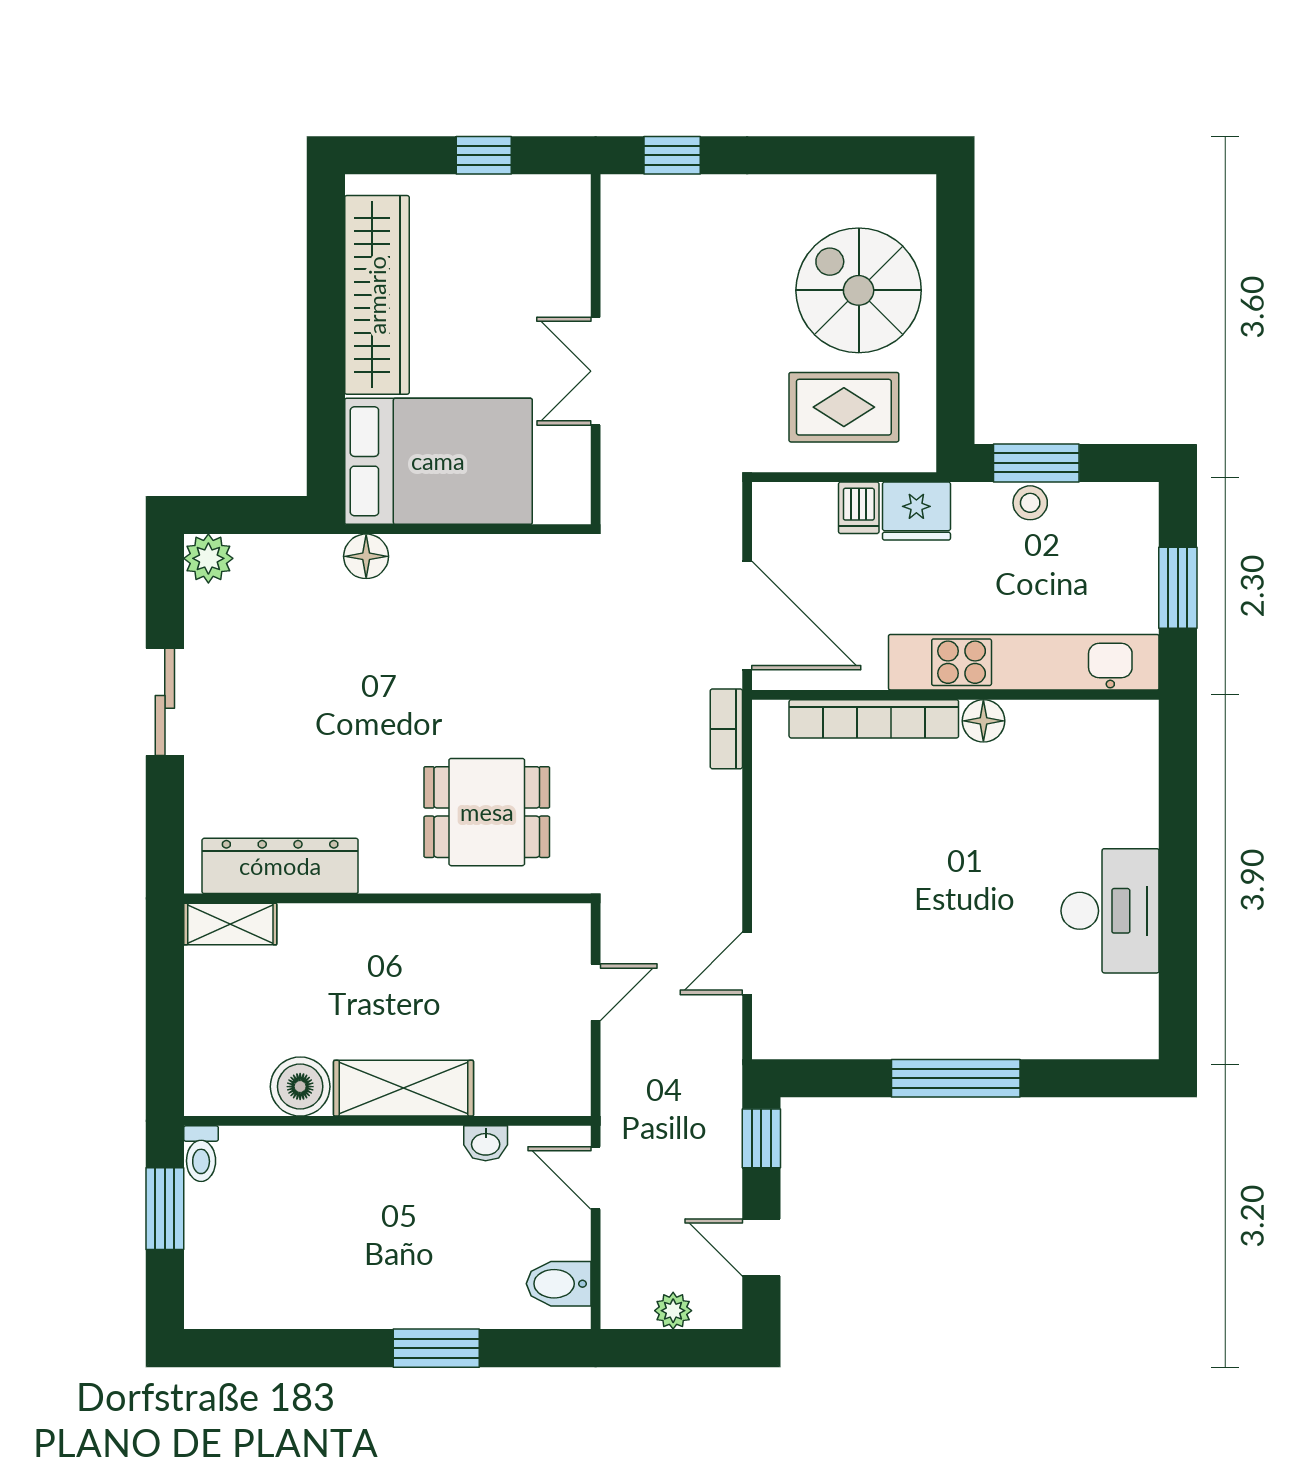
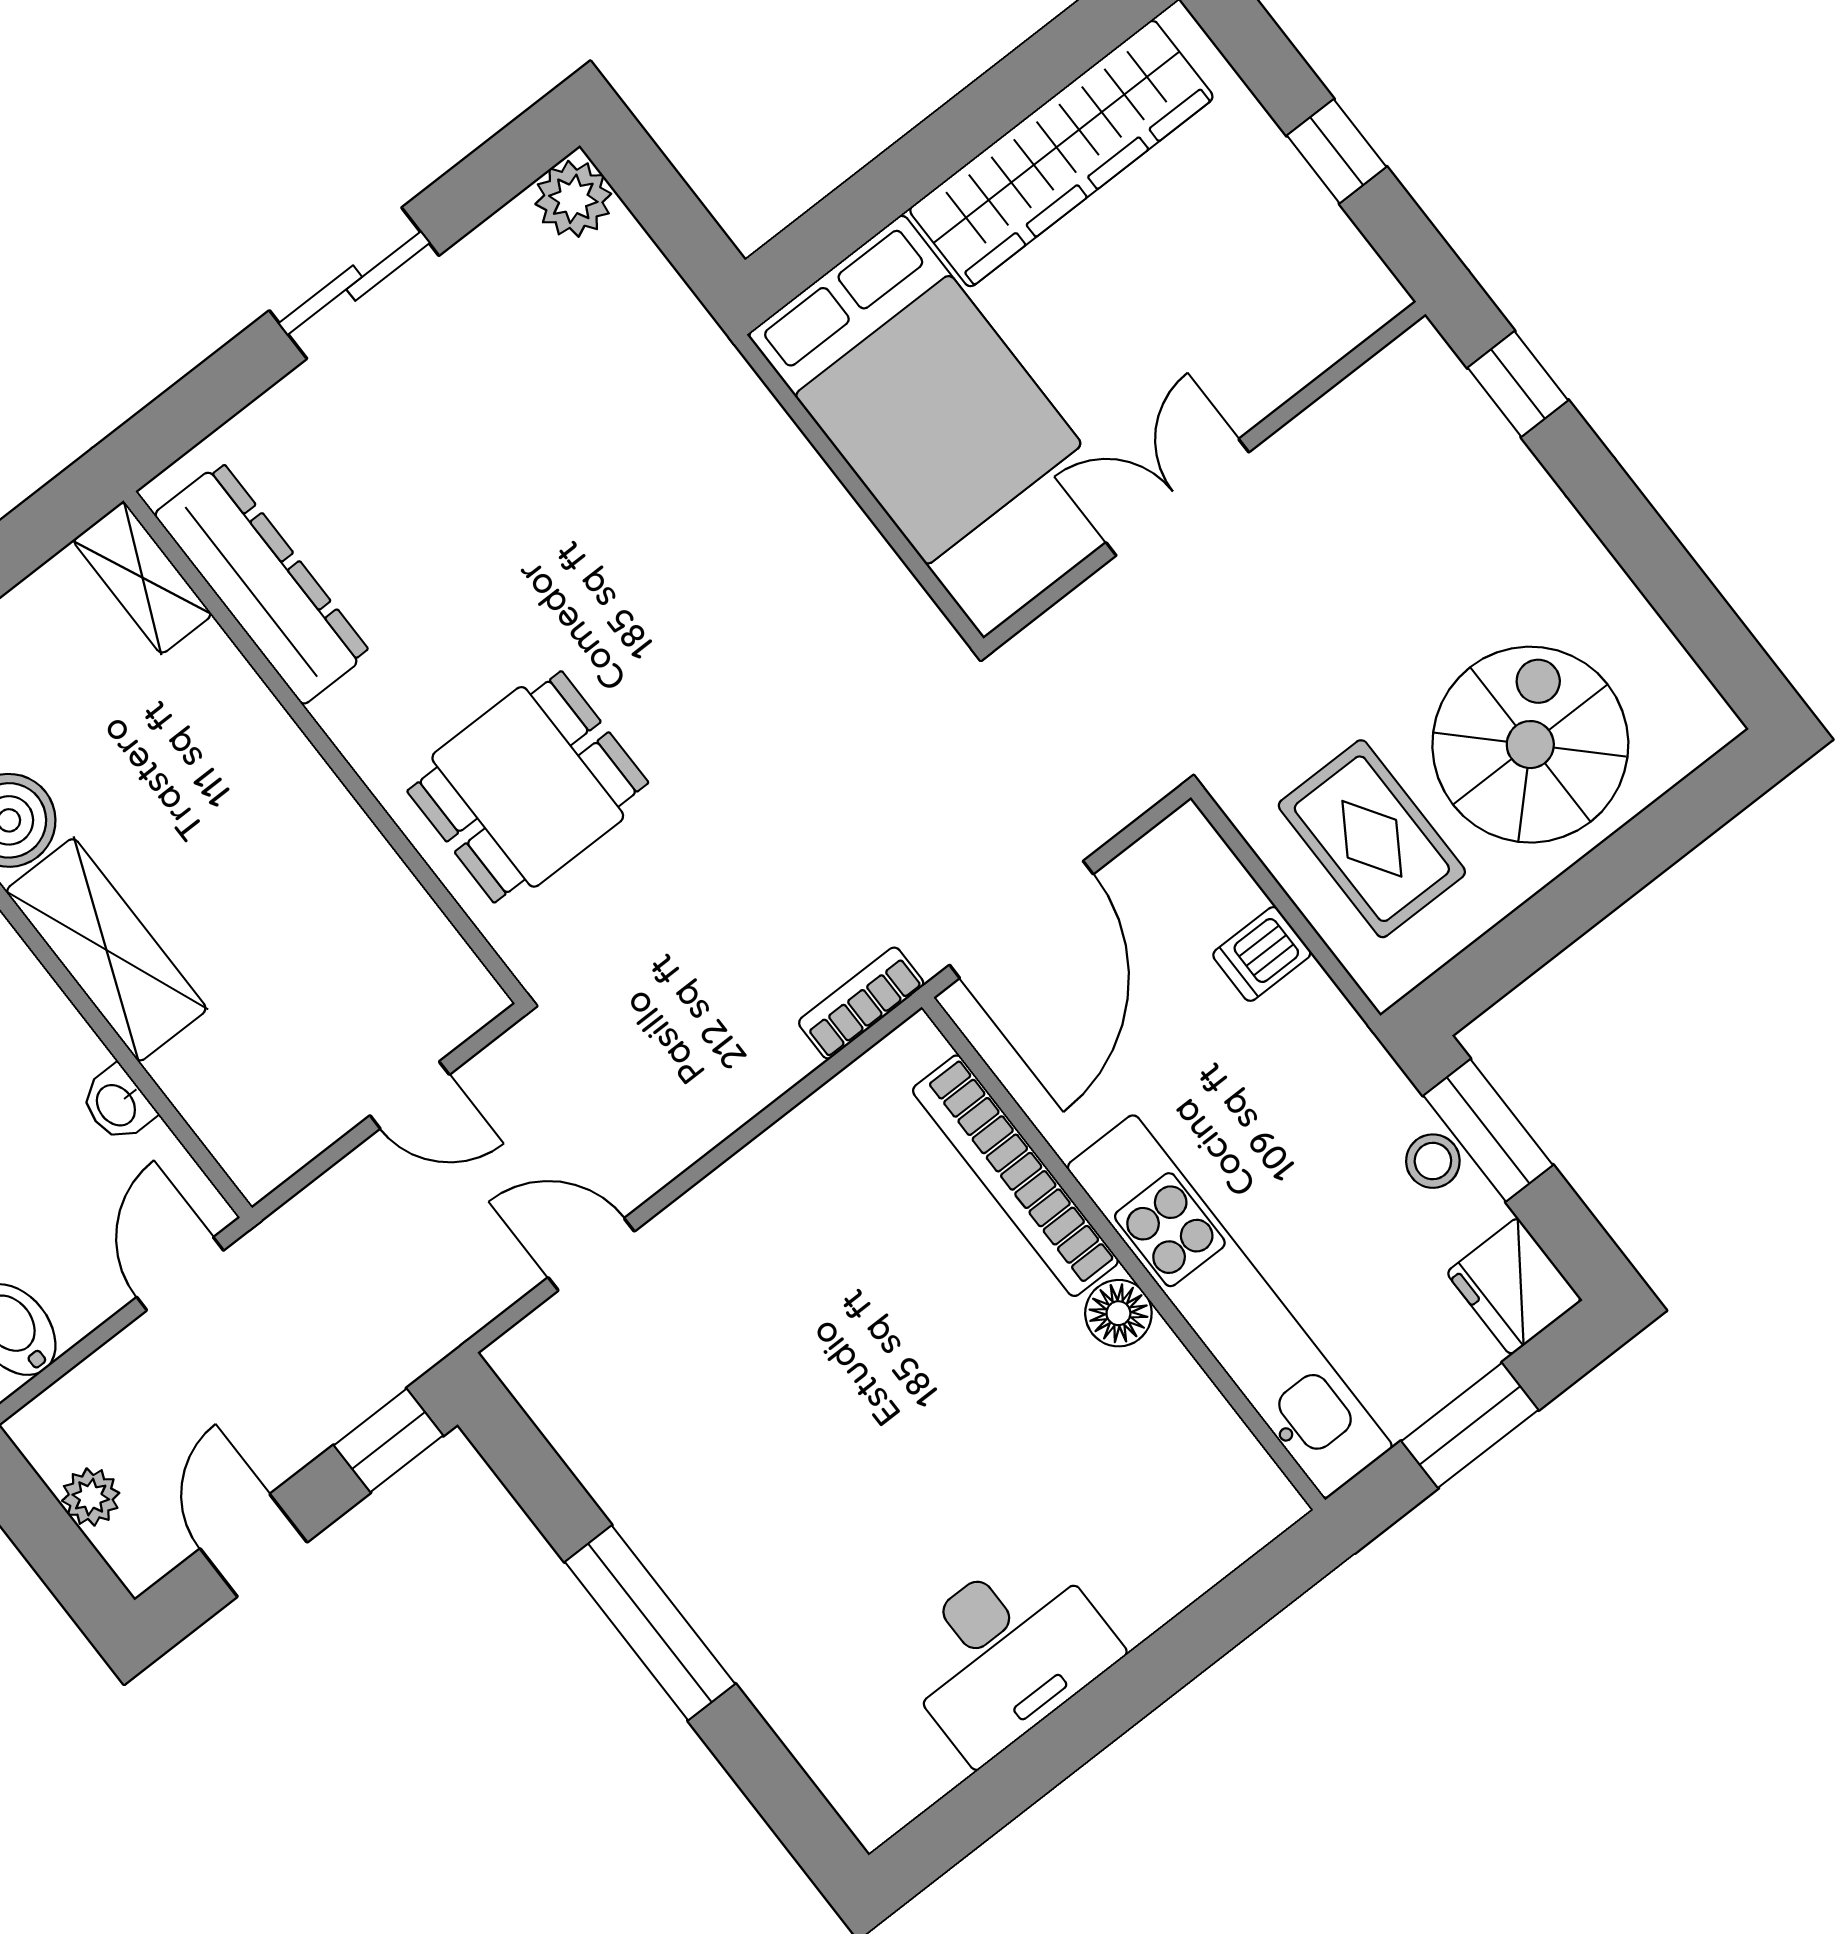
fridge: (916, 511) -> (1514, 1286), moved
floor lamp: (366, 556) -> (728, 392), removed
dining table: (487, 812) -> (528, 787), turned 90

